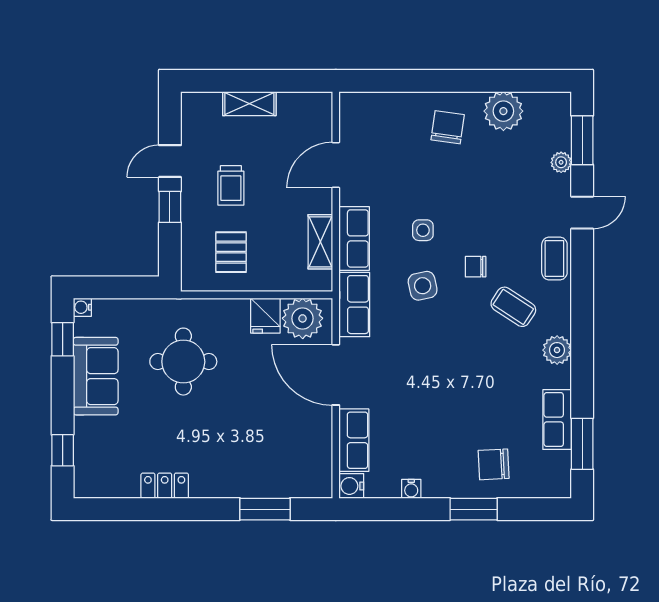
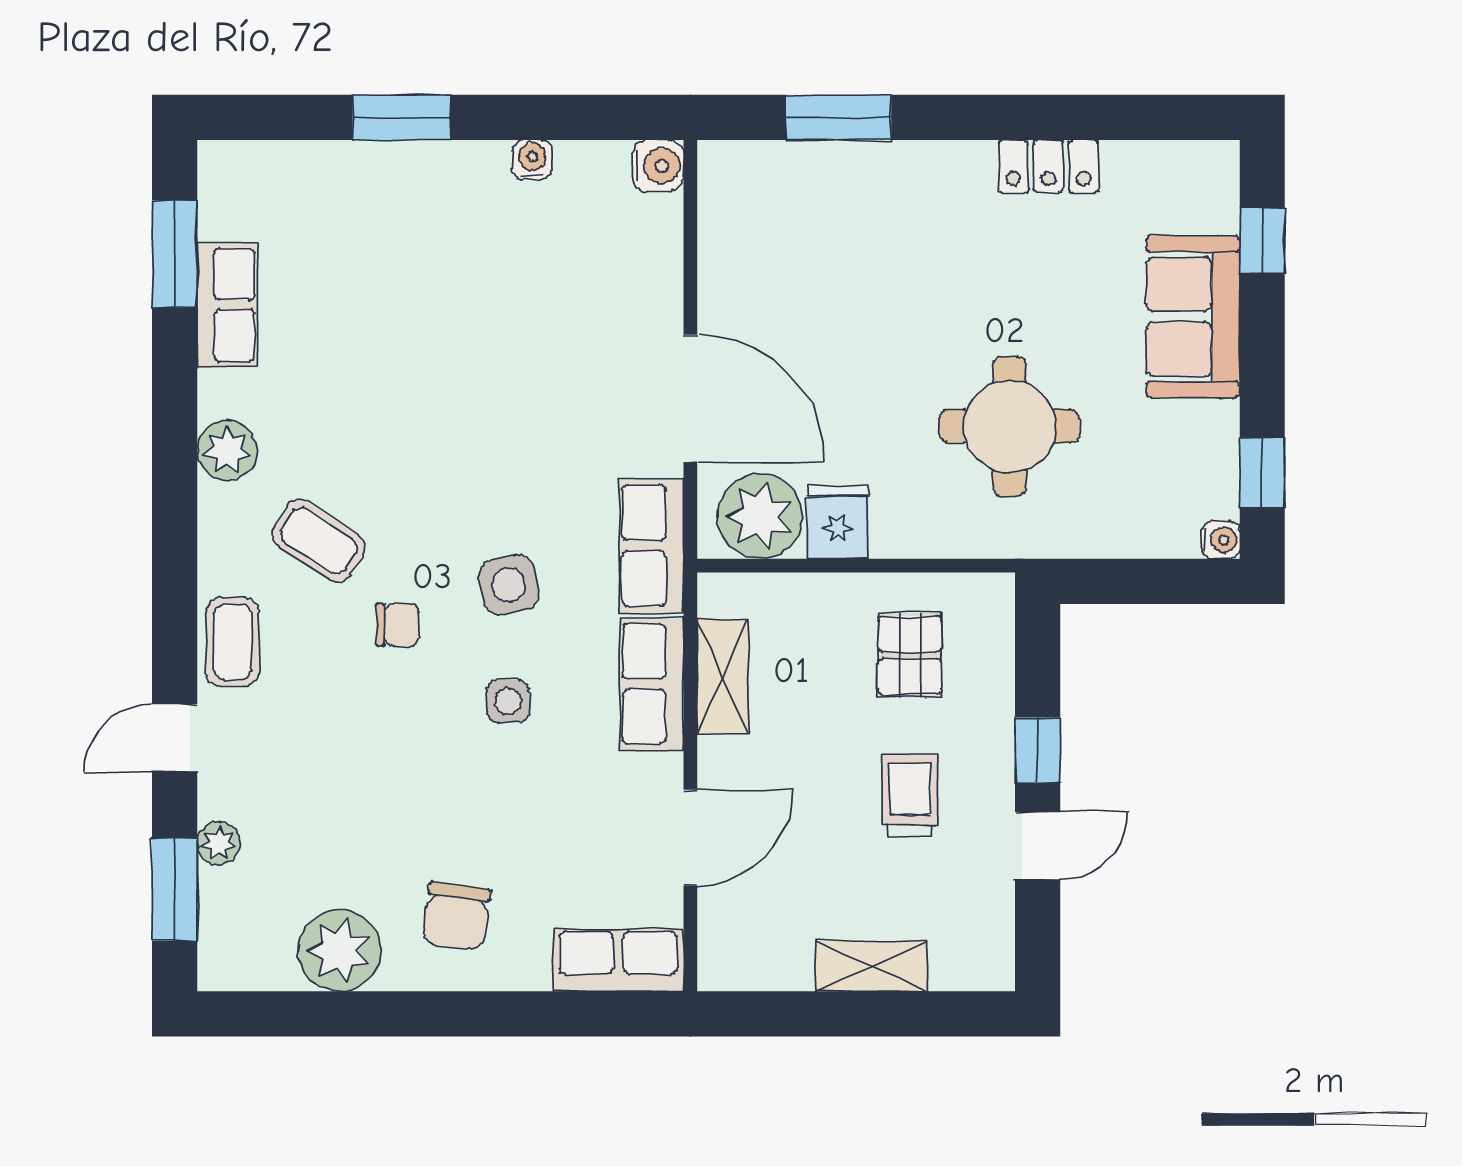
sofa: (96, 376) -> (1193, 317), moved
row of seats: (354, 440) -> (618, 960), moved, turned 90
chair: (494, 464) -> (360, 211), removed

